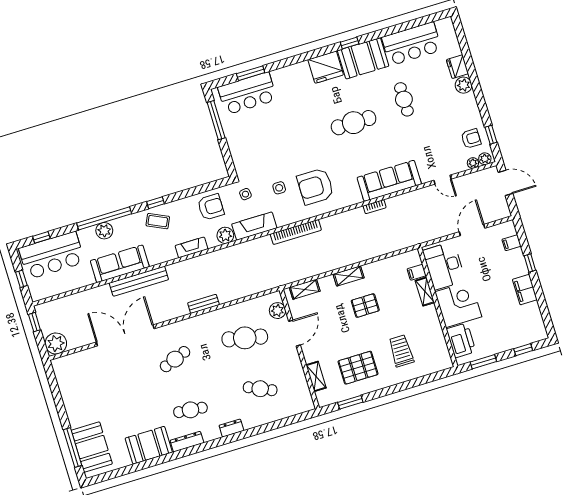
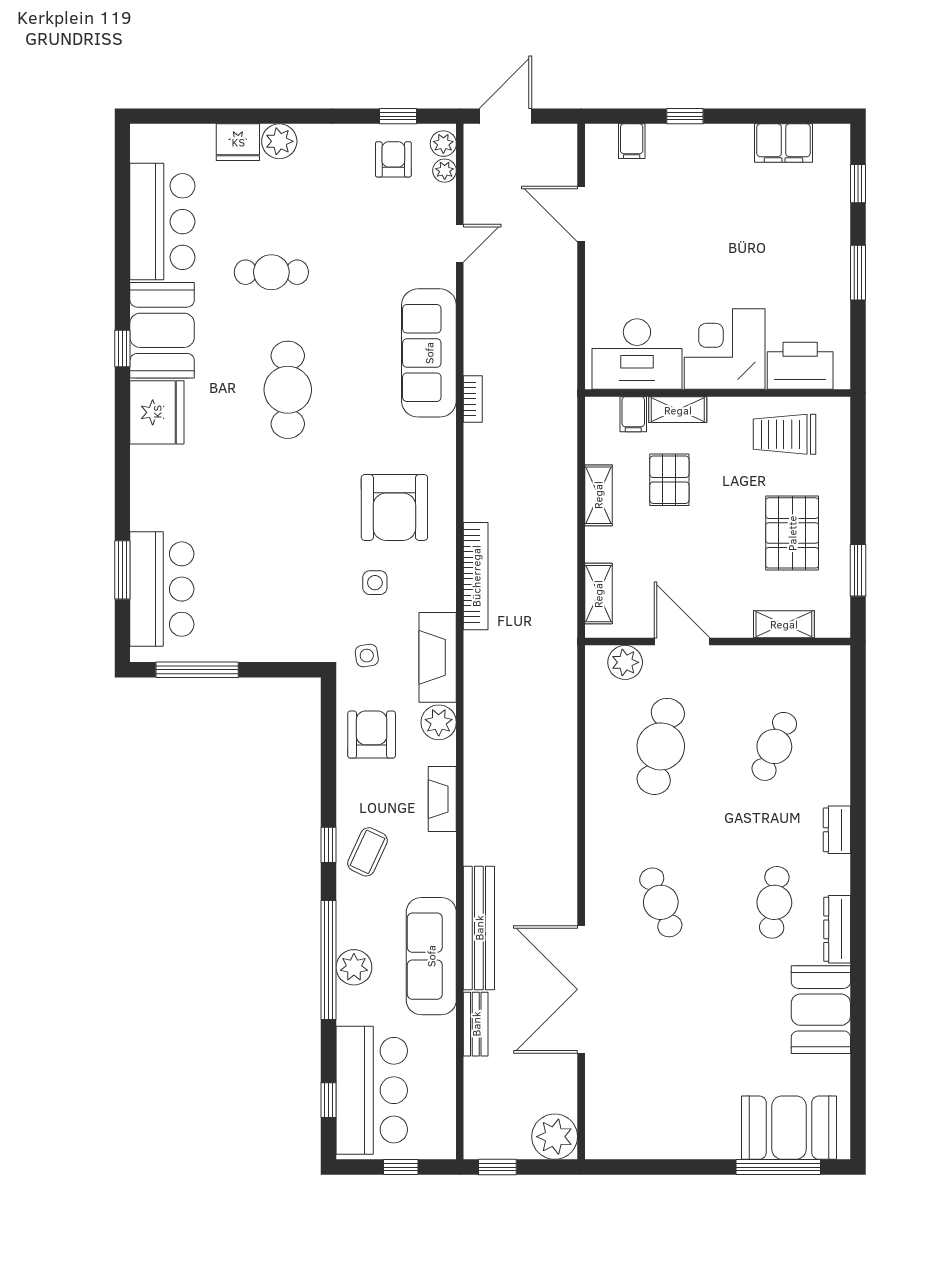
desk: (444, 266) -> (637, 354), moved
filing cabinet: (417, 272) -> (633, 414), moved
filing cabinet: (525, 290) -> (784, 143), moved
shelving: (425, 292) -> (678, 410), moved
bench: (203, 304) -> (476, 1024), moved
corner desk: (458, 304) -> (725, 349), moved
wall: (438, 307) -> (718, 393), moved
printer: (461, 340) -> (800, 366), moved

